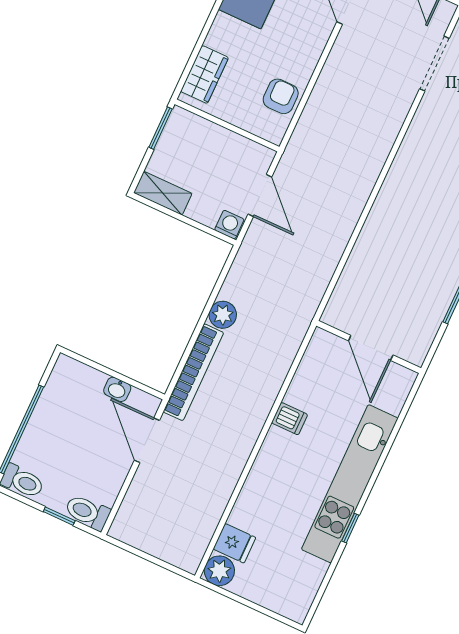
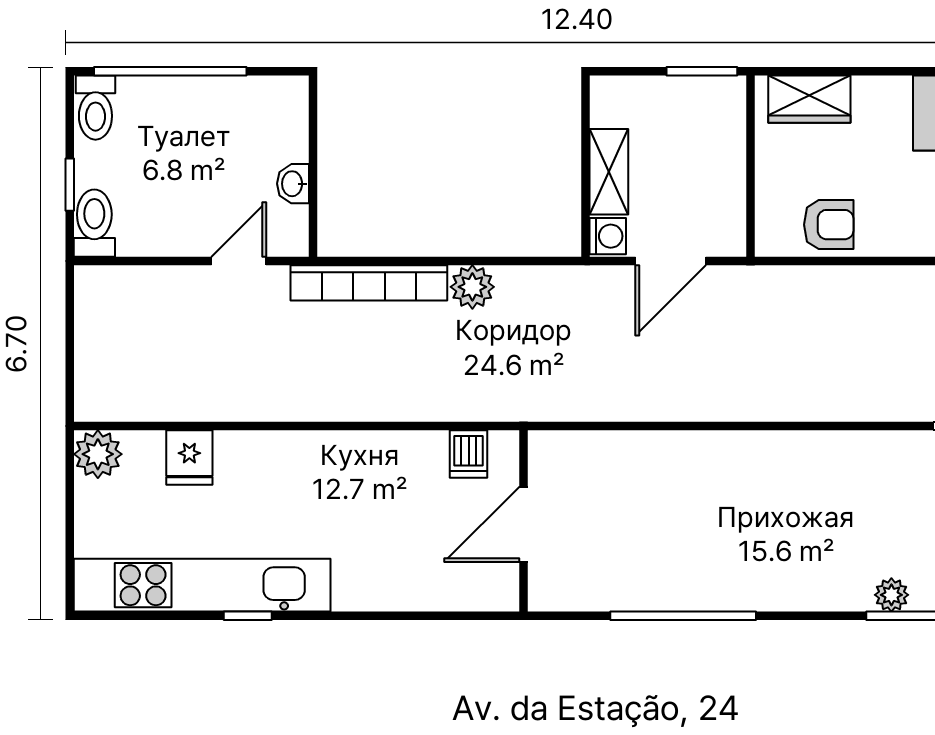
shelving: (163, 193) -> (609, 172), moved
dishwasher: (290, 419) -> (469, 454), moved
door: (147, 440) -> (239, 261), width x0.73
kitchen unit: (350, 484) -> (202, 585), moved
fridge: (234, 543) -> (189, 458), moved

